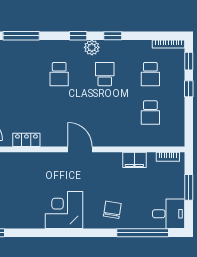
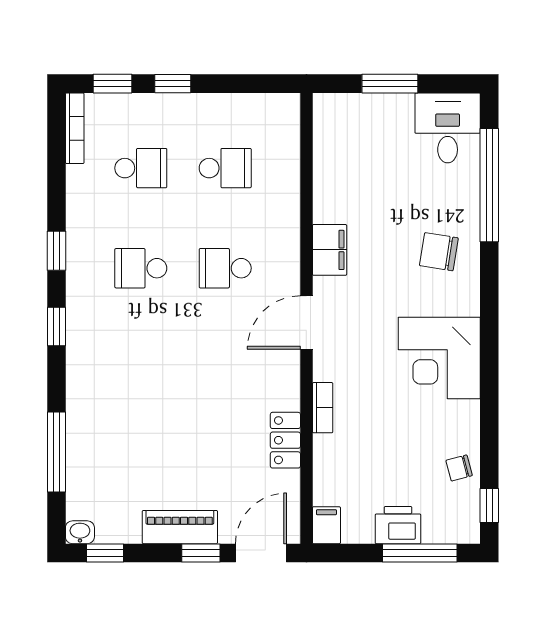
plant: (92, 47) -> (82, 297), removed
school desk: (59, 74) -> (225, 268), moved, turned 180
bookcase: (168, 157) -> (323, 408), moved
filing cabinet: (134, 160) -> (330, 250), moved
chair: (14, 219) -> (459, 468), added

